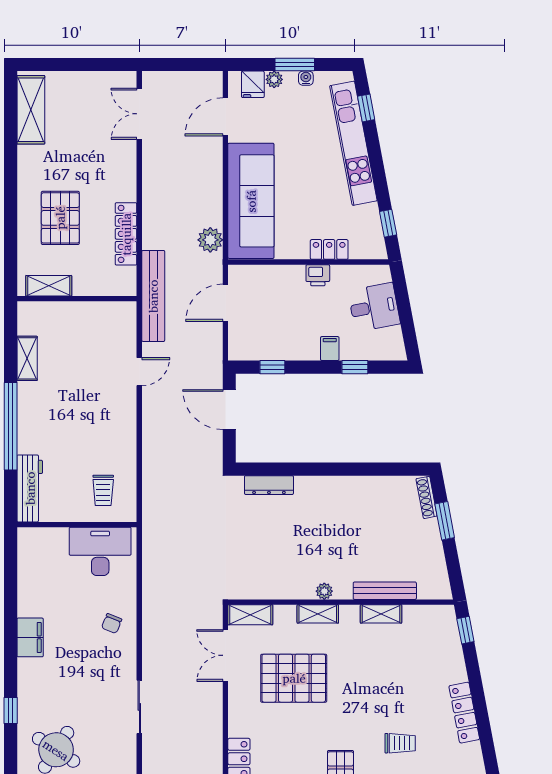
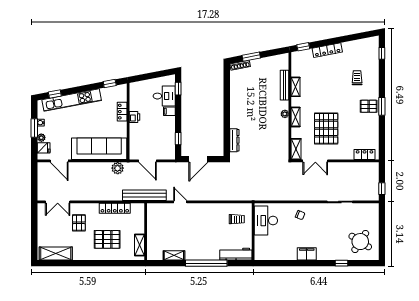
pallet: (95, 159) -> (79, 223), added
desk: (374, 307) -> (164, 96), moved, turned 101
window: (355, 367) -> (178, 89), moved
locker: (464, 713) -> (327, 50), moved

